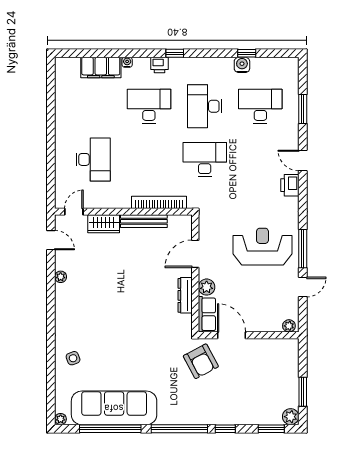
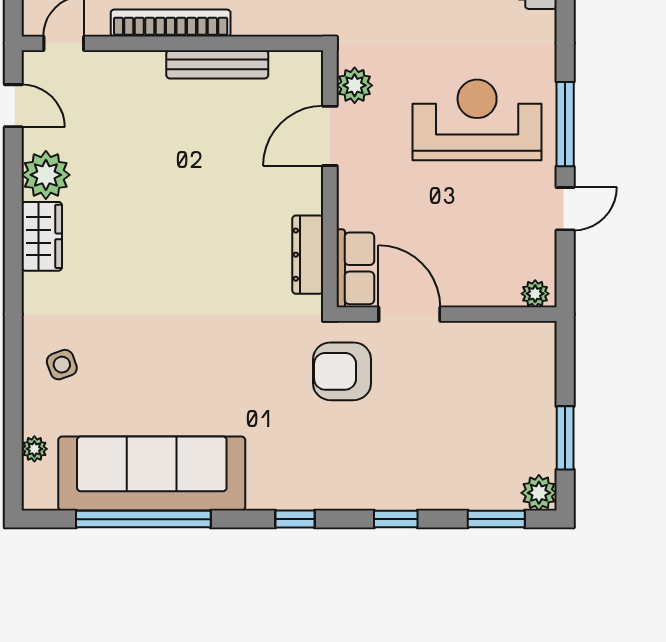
bookcase: (159, 202) -> (171, 23), moved
wardrobe: (104, 224) -> (42, 236), moved, turned -90
plant: (61, 277) -> (46, 175), width x1.88, depth x1.88
plant: (207, 287) -> (355, 85), moved
dresser: (185, 295) -> (308, 255), moved
armchair: (201, 361) -> (342, 371), turned 118
plant: (61, 419) -> (34, 449), moved
window: (179, 429) -> (295, 519), width x0.32

